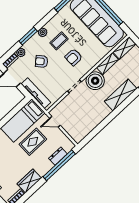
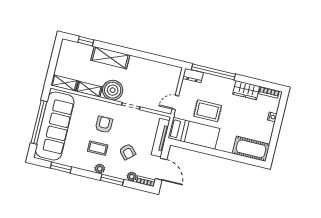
armchair: (74, 57) -> (104, 125), turned -90
door: (55, 122) -> (175, 102), swing flipped
dresser: (58, 156) -> (193, 76), moved

